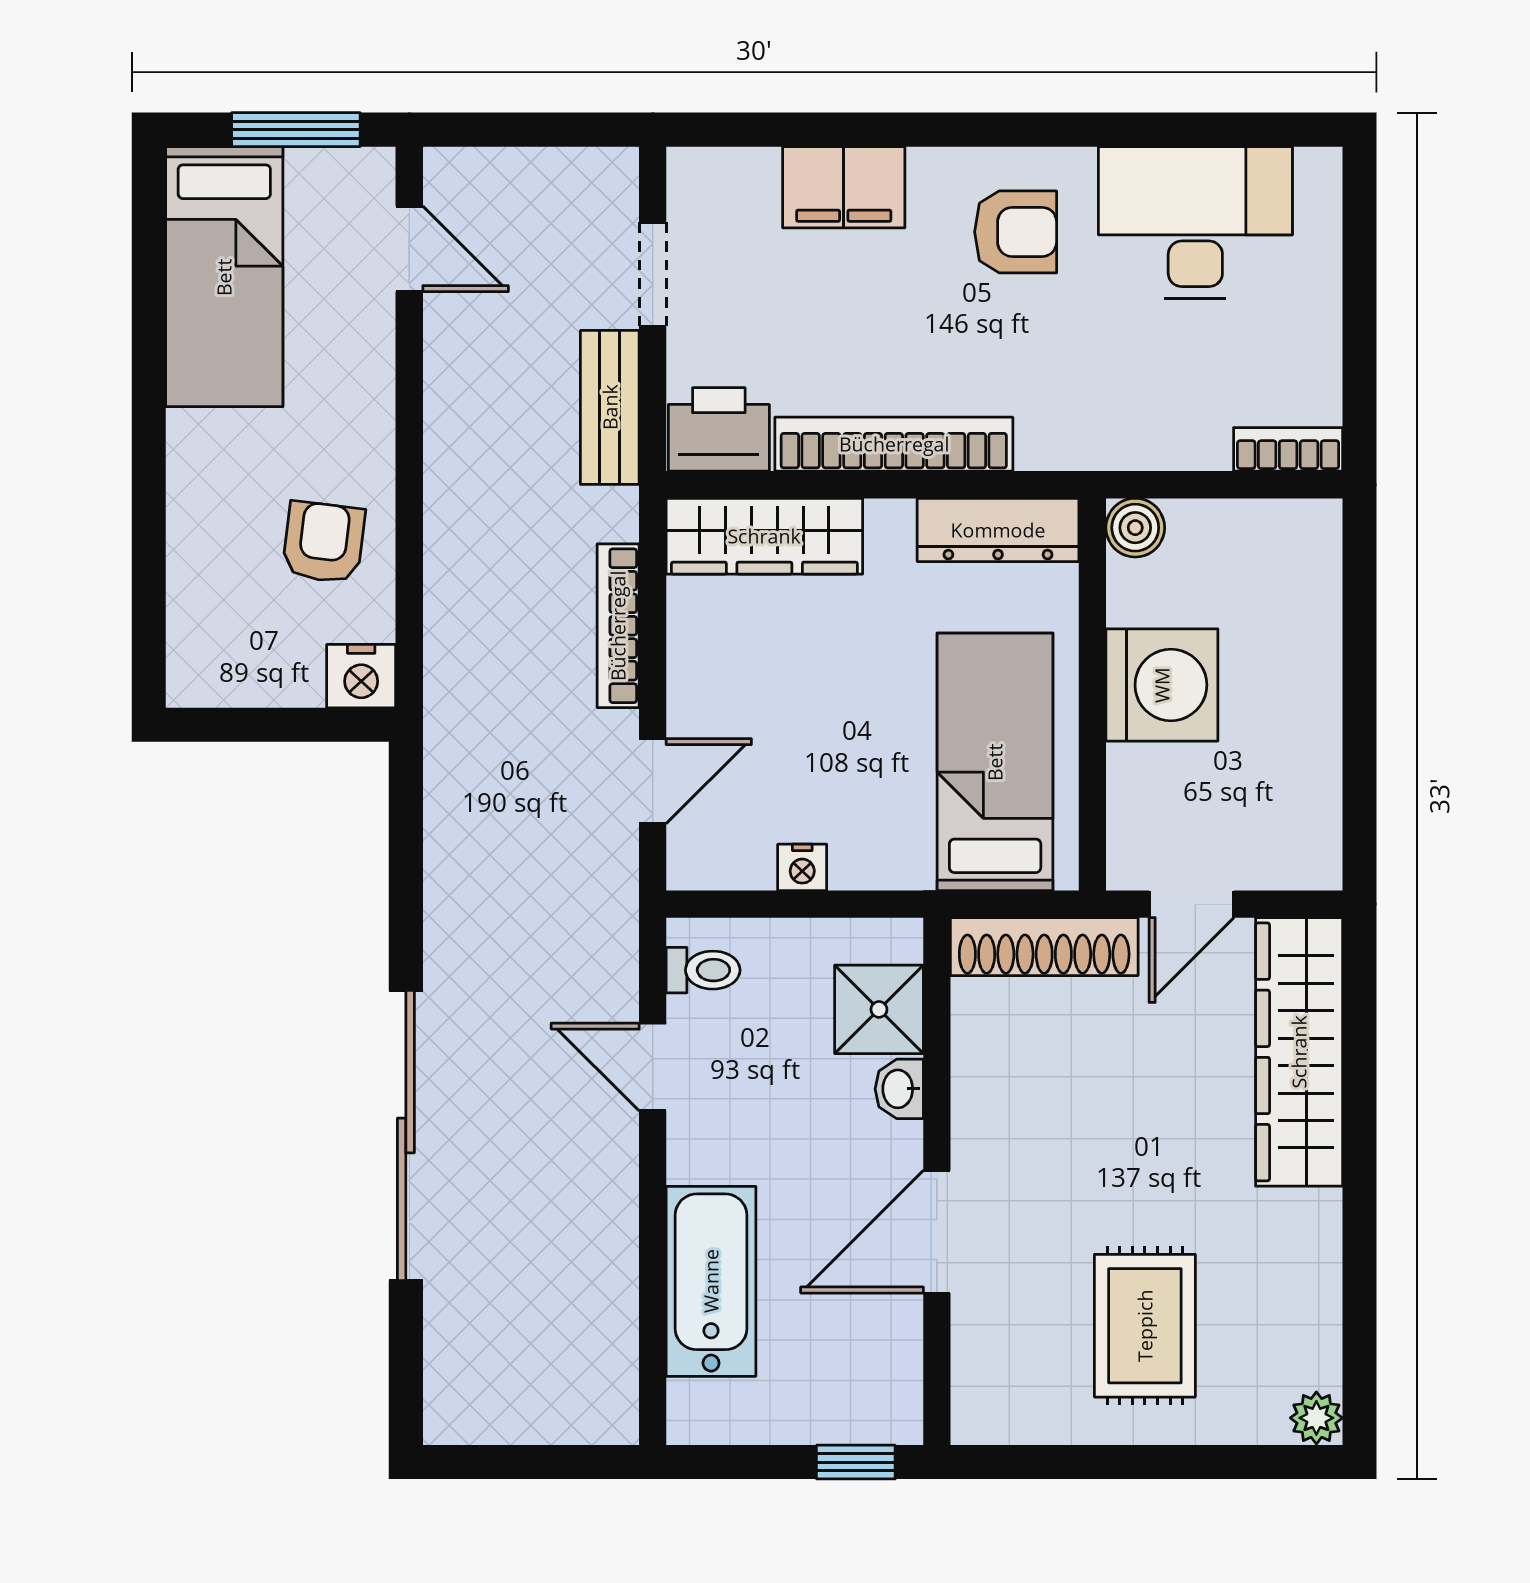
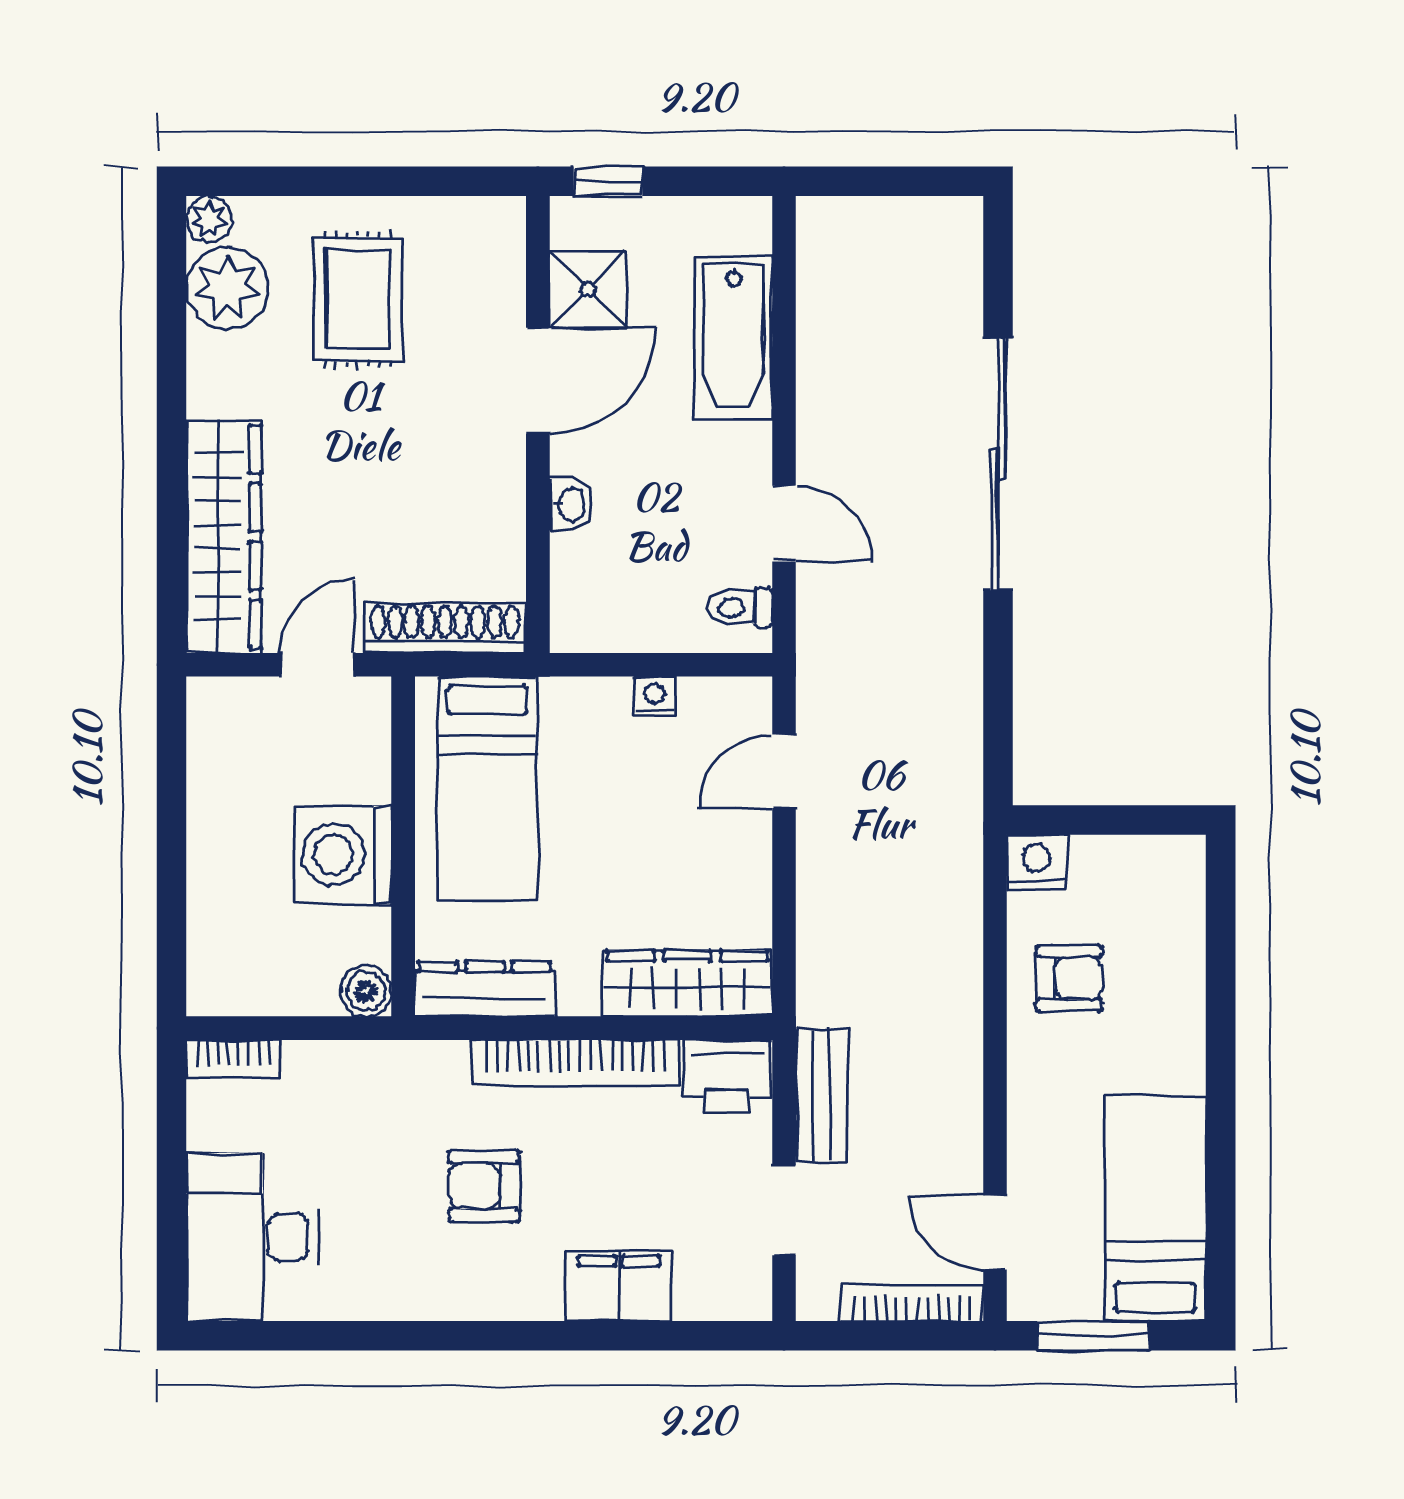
desk: (1195, 223) -> (252, 1237), moved, turned 90
armchair: (1016, 232) -> (484, 1186), moved
armchair: (324, 542) -> (1069, 978), turned -97
bookcase: (618, 626) -> (912, 1303), moved, turned -90
shower: (879, 1009) -> (588, 289), moved
plant: (1295, 1339) -> (227, 288), added

